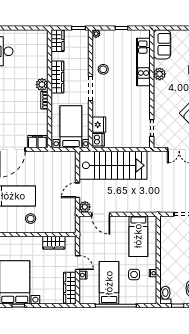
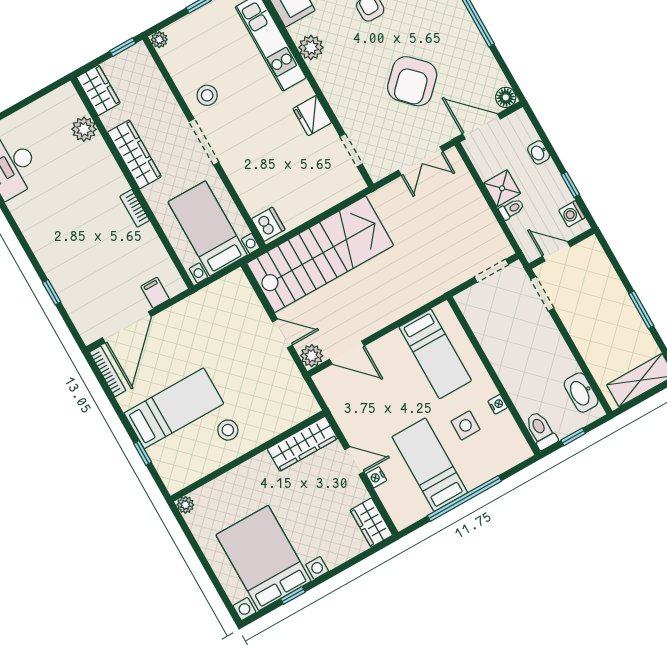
plant: (42, 84) -> (84, 129), moved
fridge: (99, 125) -> (312, 116), moved, turned 180
filing cabinet: (37, 142) -> (155, 293), width x0.50
door: (78, 190) -> (282, 333), swing flipped
wardrobe: (54, 243) -> (302, 444), width x1.50
wardrobe: (70, 288) -> (371, 523), width x0.67

